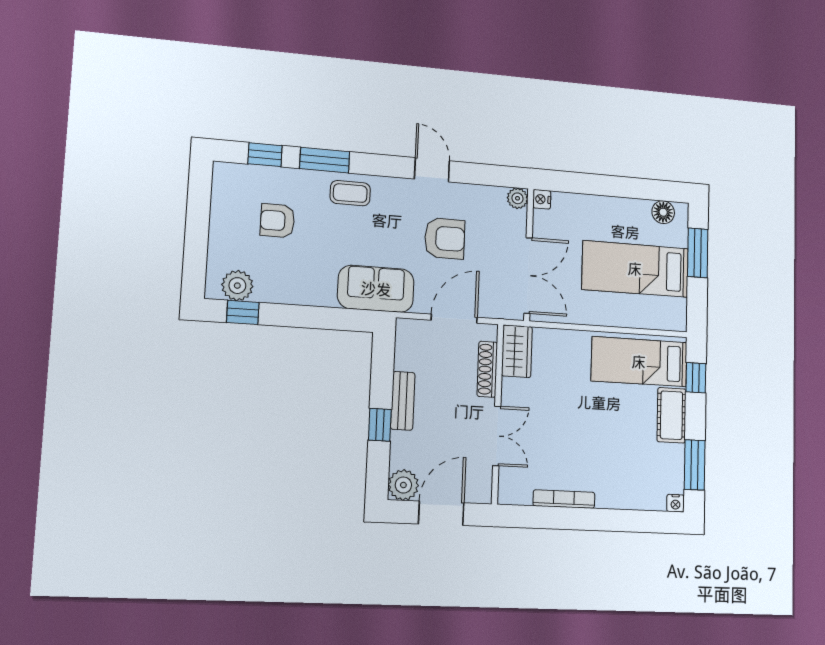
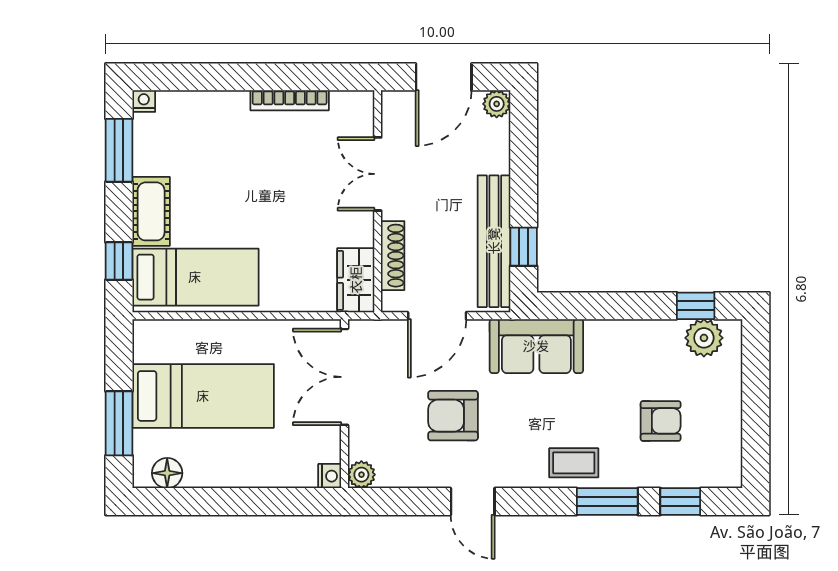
bench: (403, 401) -> (494, 241), width x1.86, depth x1.21
window: (380, 425) -> (524, 247), moved
plant: (403, 485) -> (497, 104), width x0.73, depth x0.73

